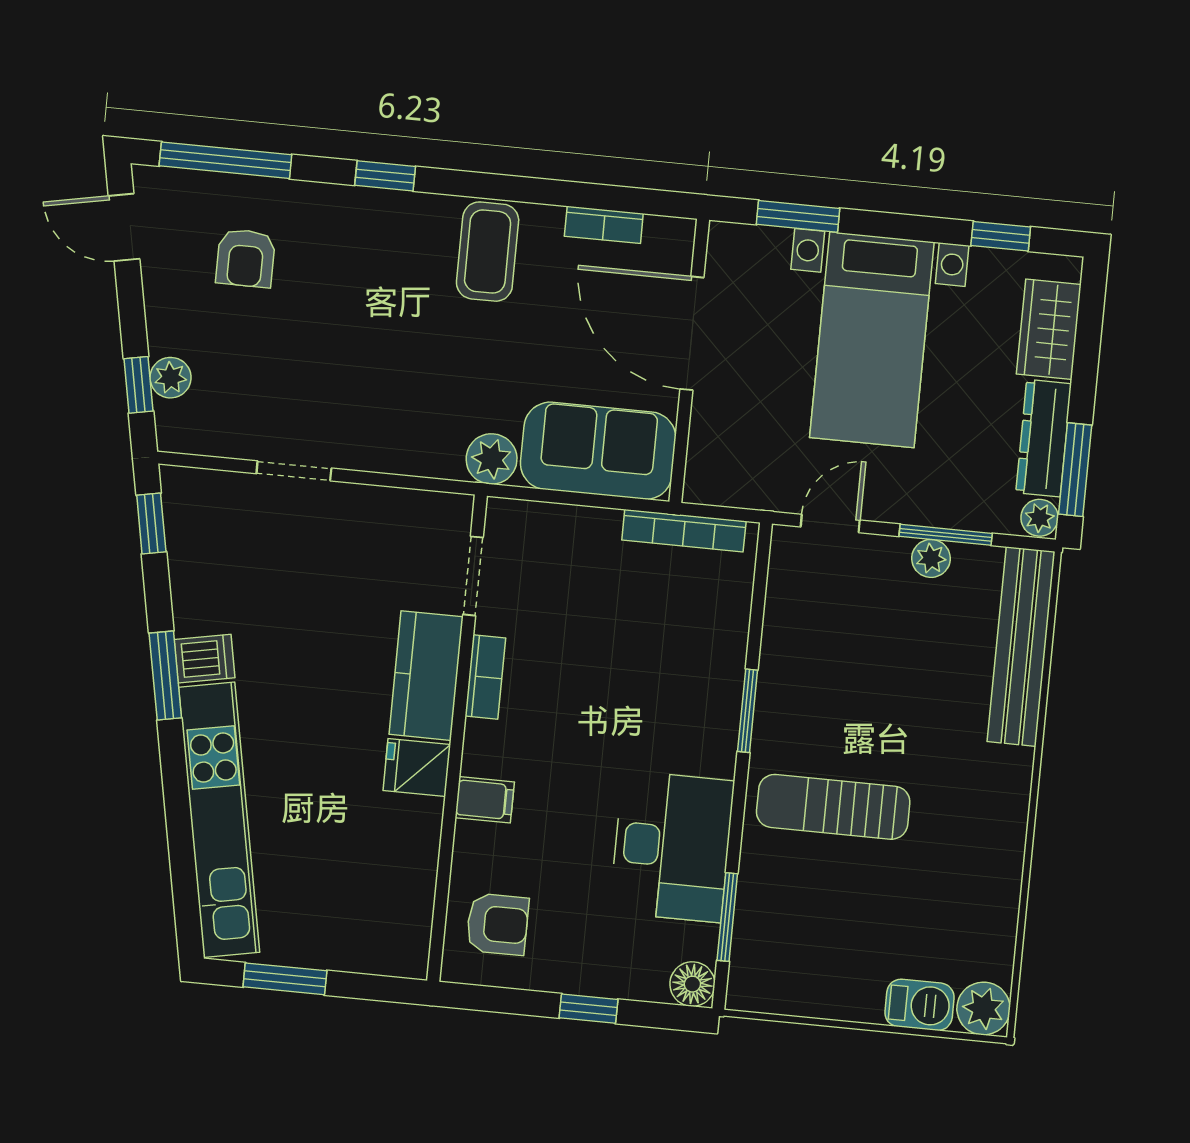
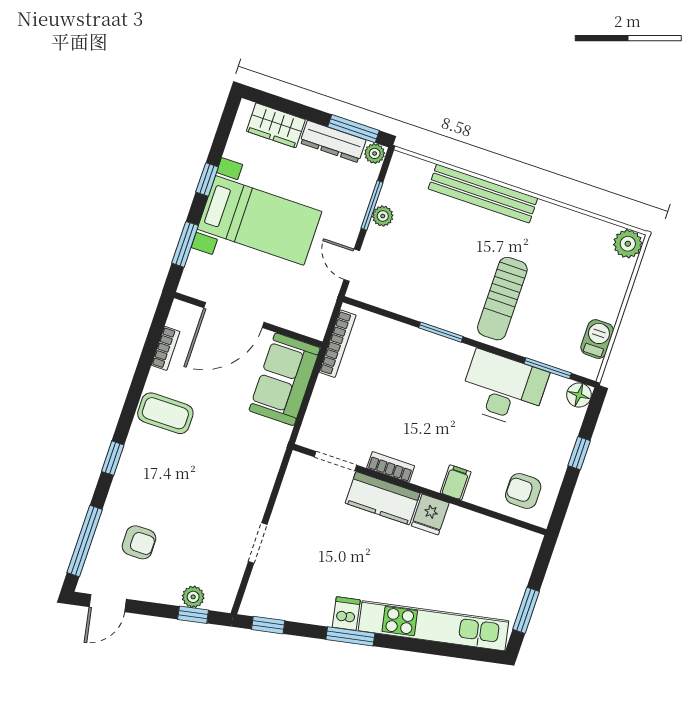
window: (1001, 236) -> (207, 179), moved
plant: (492, 459) -> (276, 437), removed
bench: (1021, 647) -> (483, 193), moved
armchair: (497, 924) -> (523, 491), turned -90
barbecue: (919, 1005) -> (597, 339), moved

